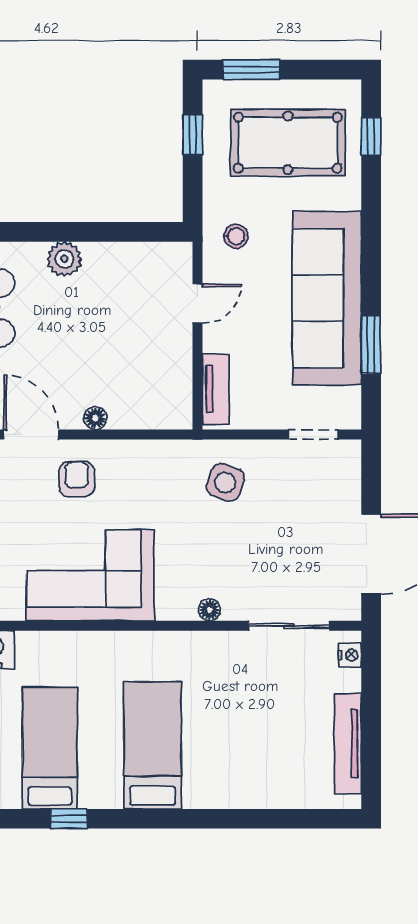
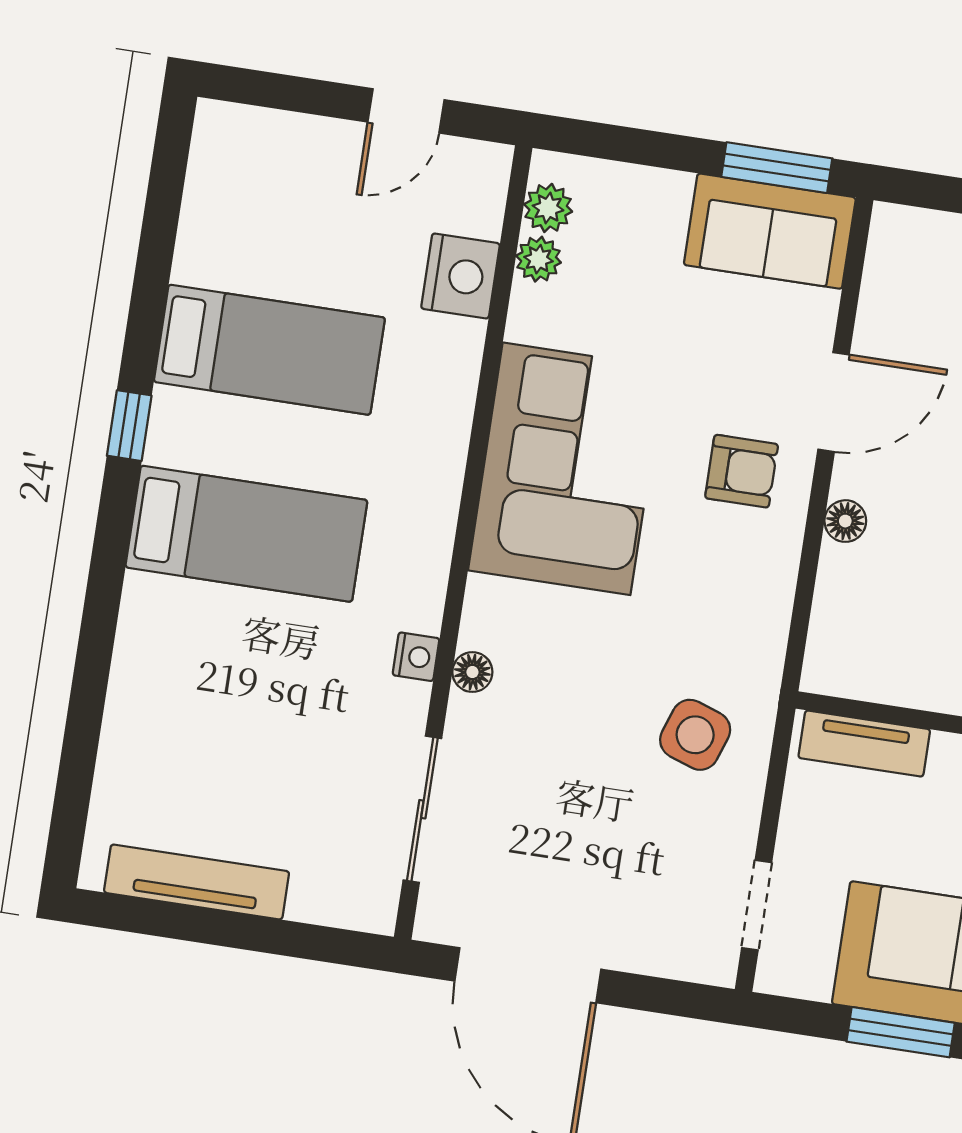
nightstand: (350, 655) -> (416, 657), moved, turned -90
window: (69, 819) -> (129, 426), moved

